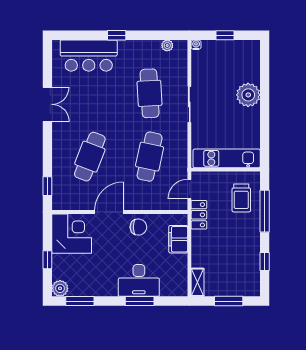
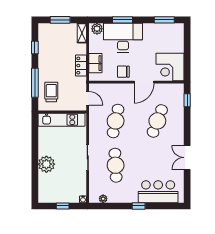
door: (189, 189) -> (88, 98), hinge flipped
locker: (199, 215) -> (81, 66), moved
window: (47, 260) -> (187, 49), removed
desk: (139, 280) -> (123, 38), width x1.36, depth x1.30
plant: (60, 288) -> (97, 29), moved

